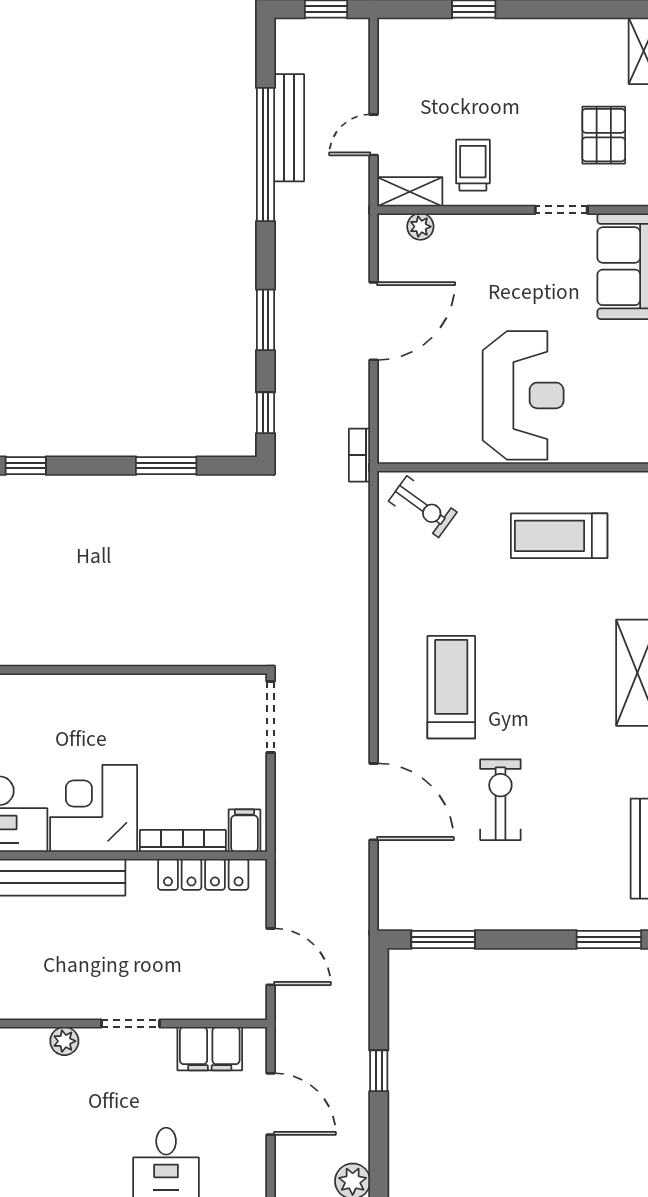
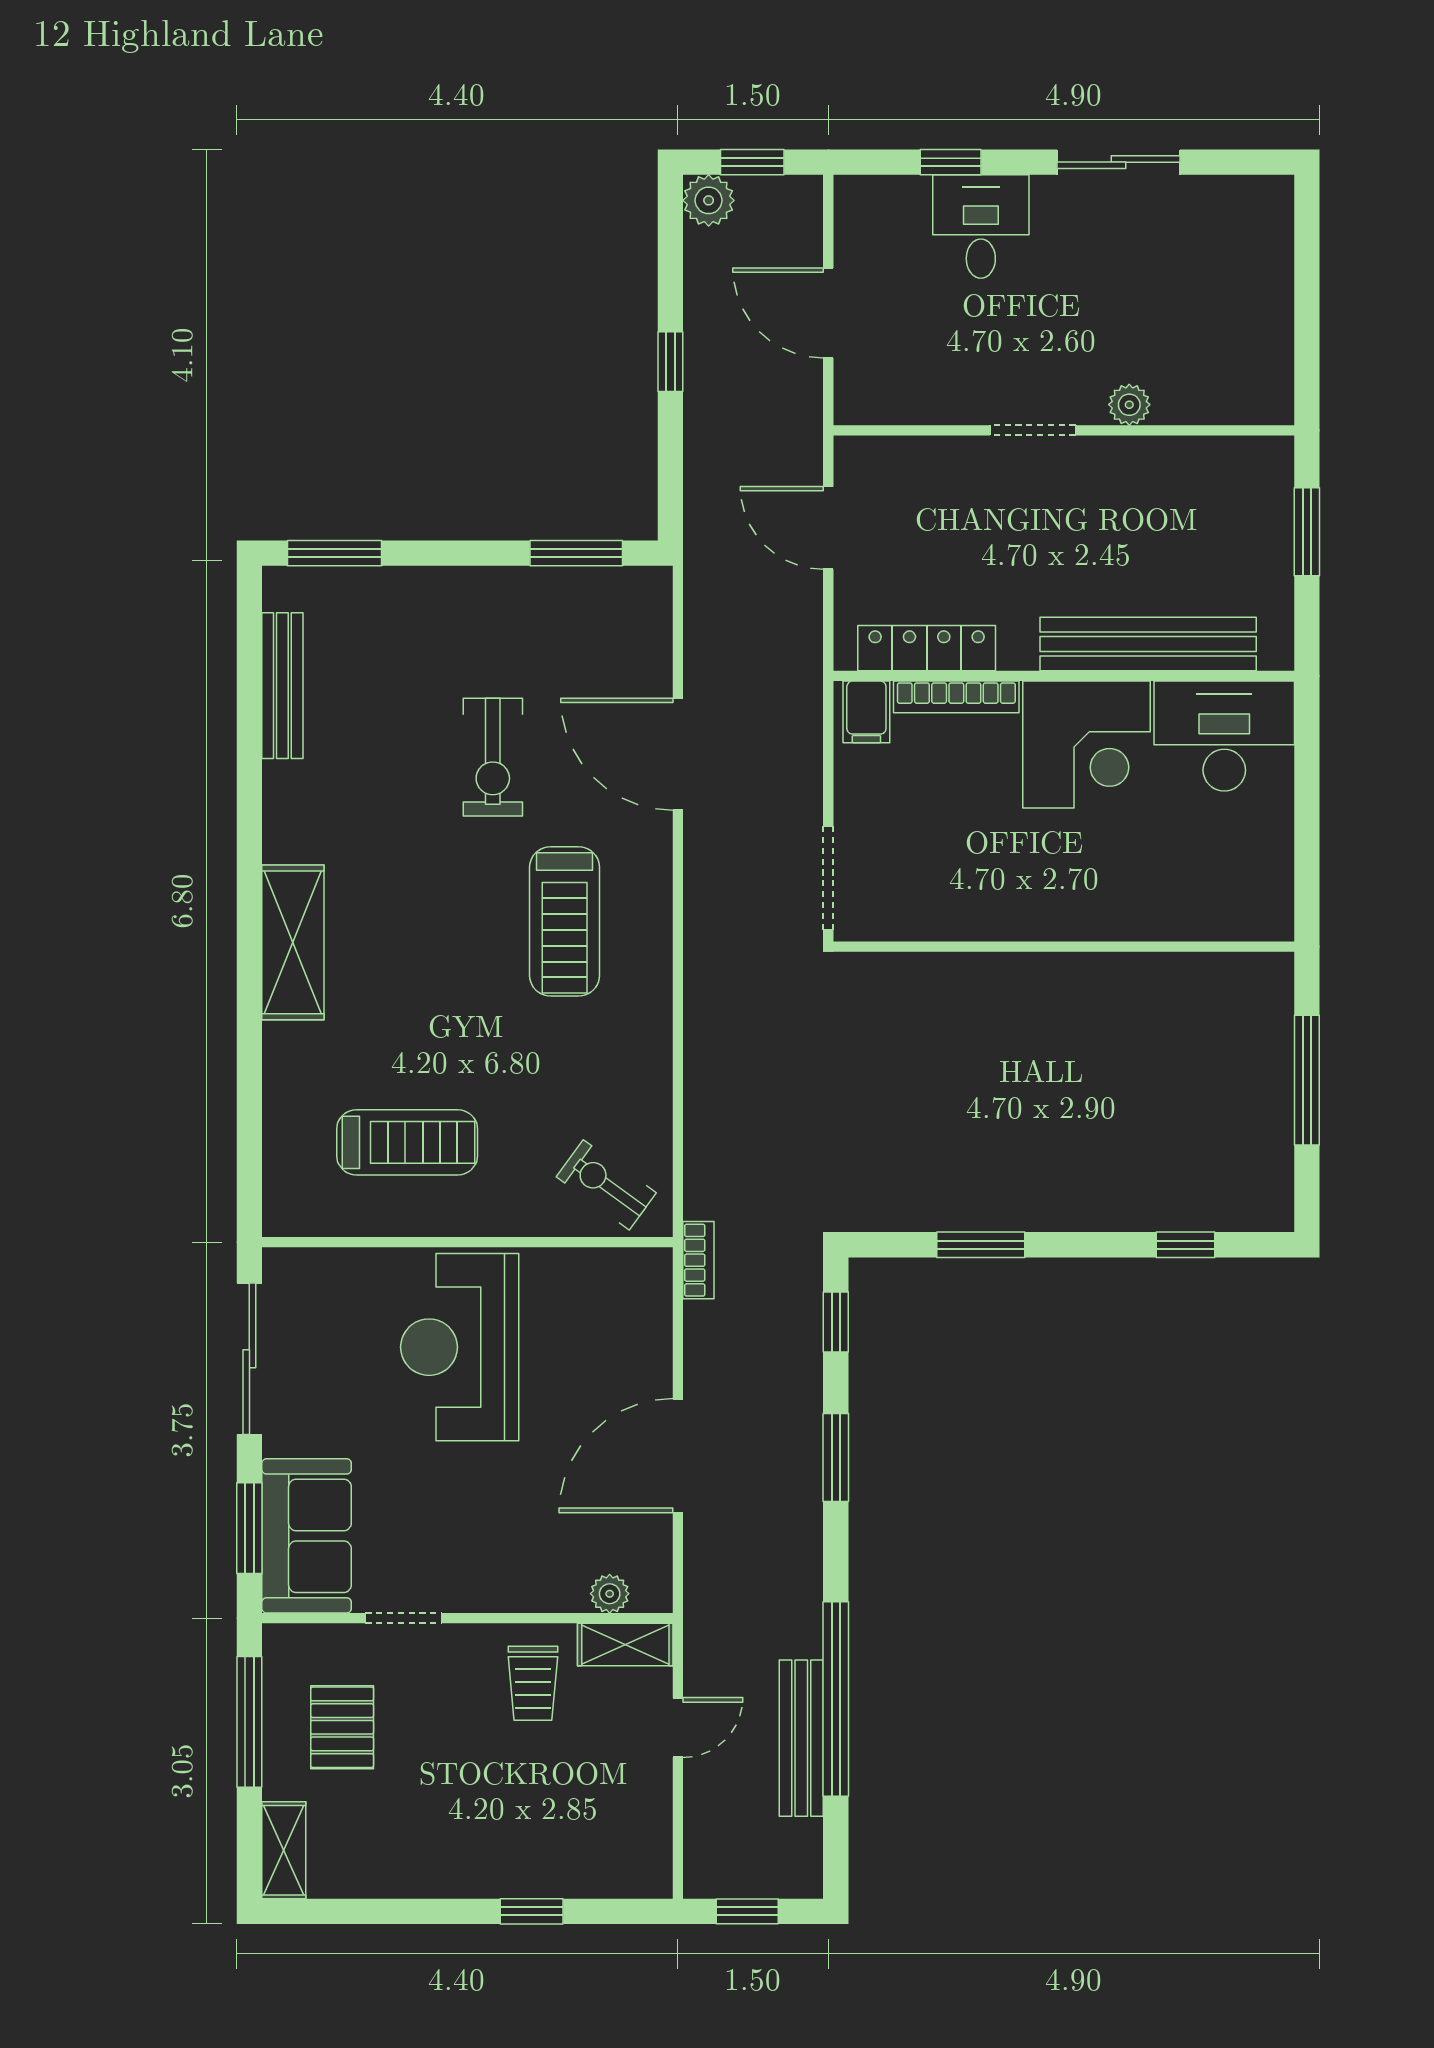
filing cabinet: (210, 1049) -> (917, 394), removed

